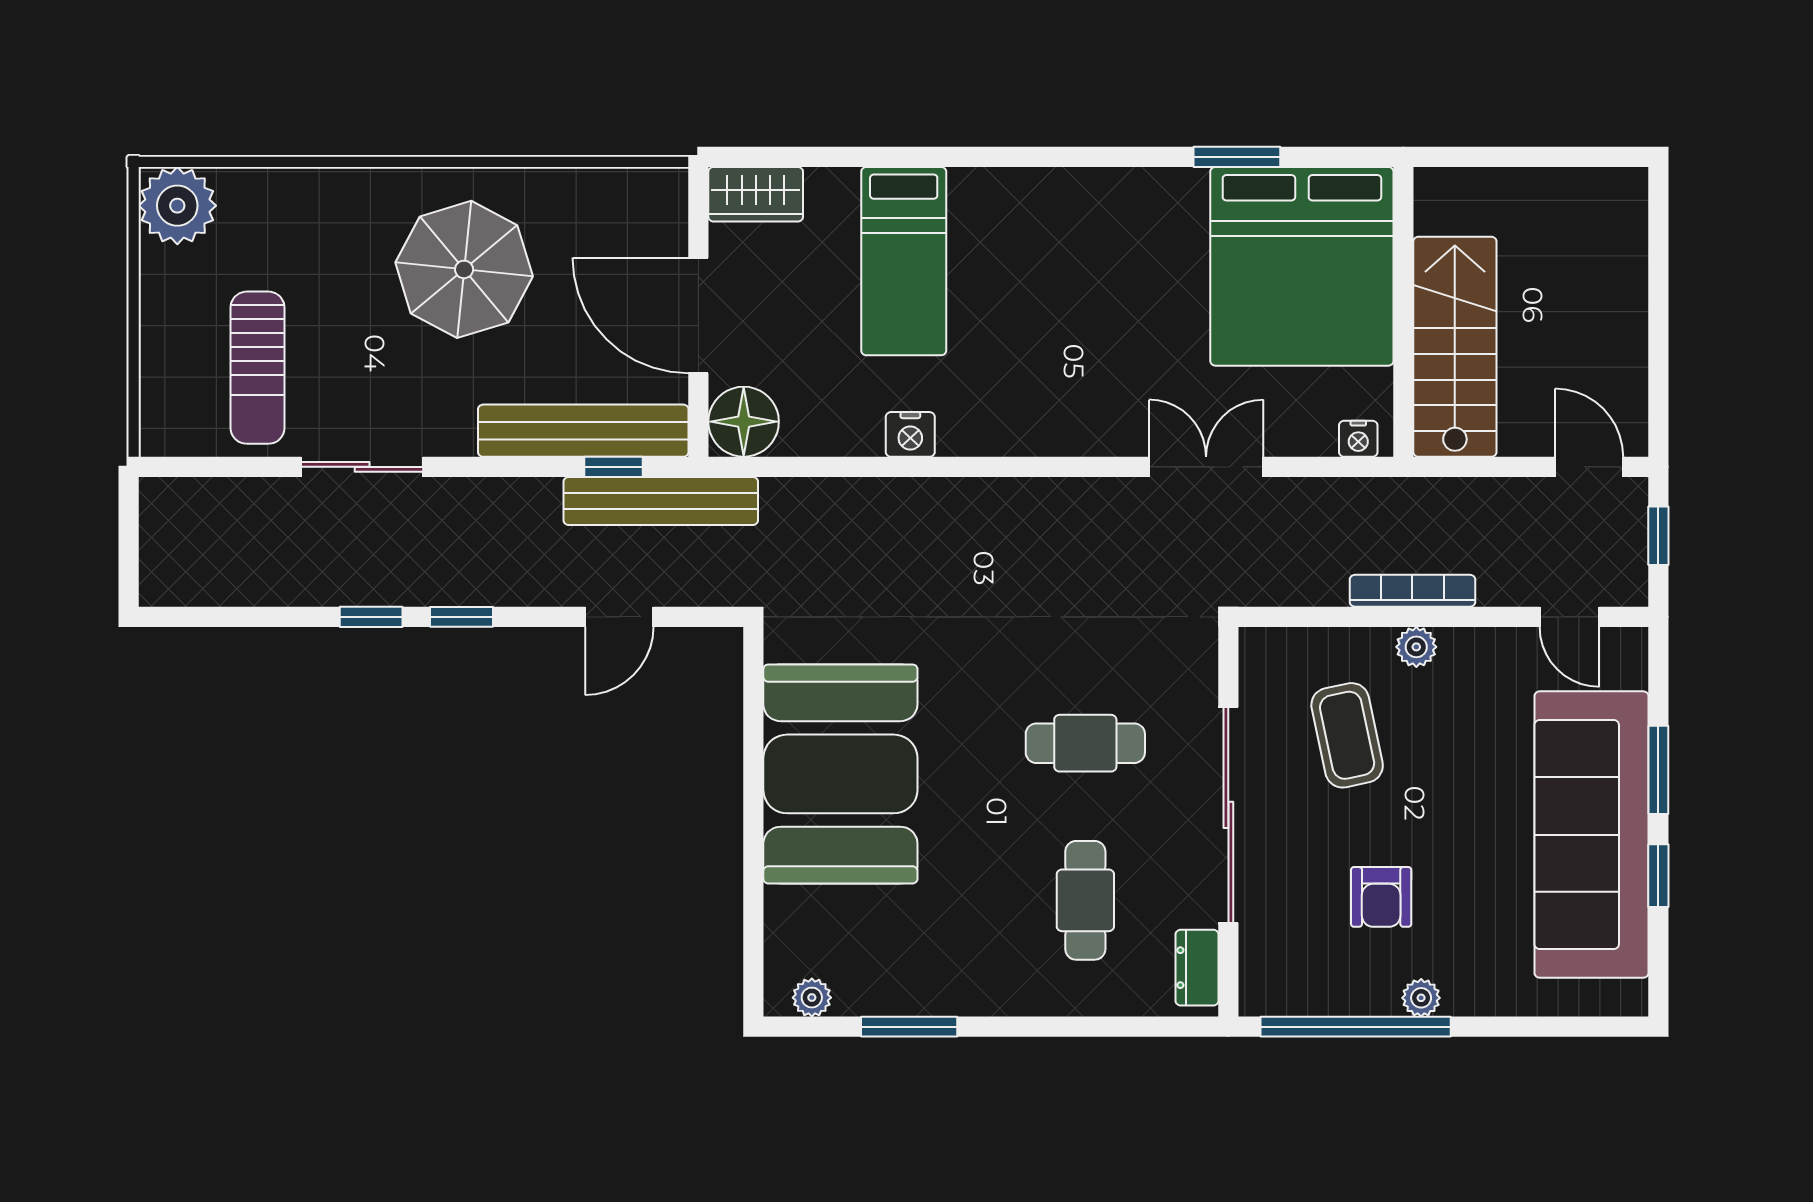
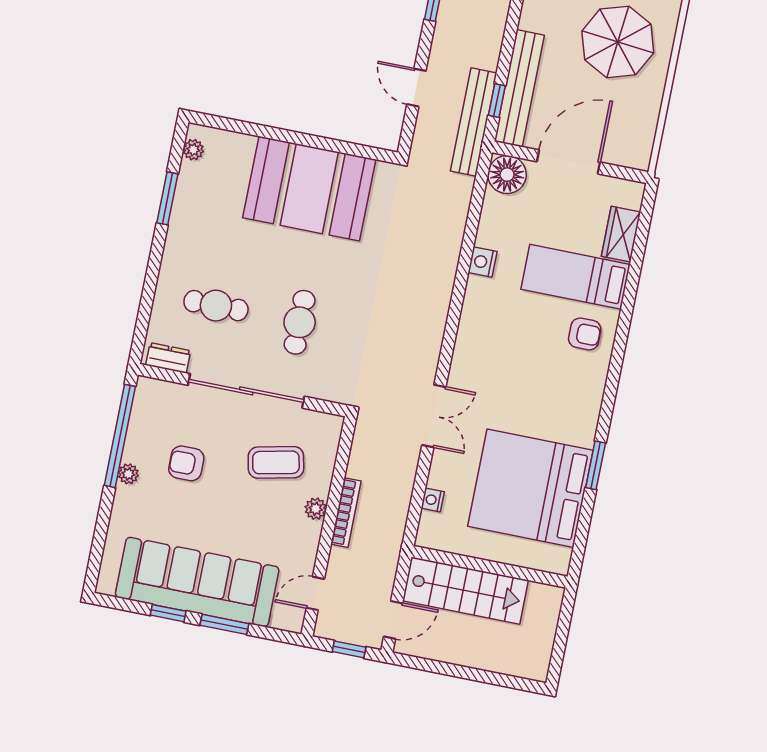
wardrobe: (756, 194) -> (621, 234), moved
armchair: (1004, 224) -> (585, 334), added
wall: (1403, 312) -> (490, 567), moved
stairs: (1455, 347) -> (465, 590), moved

